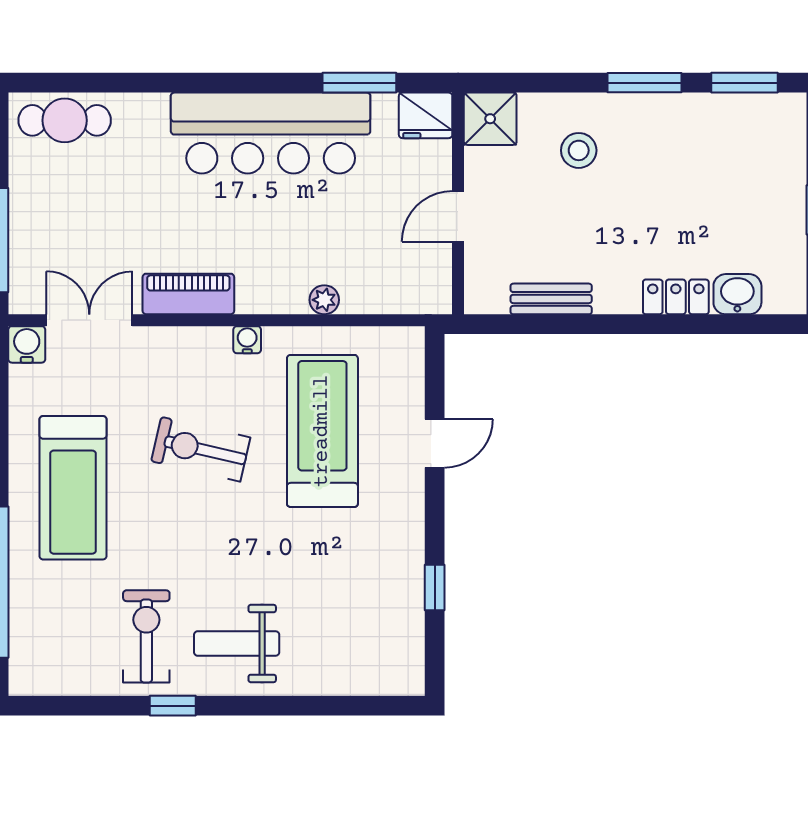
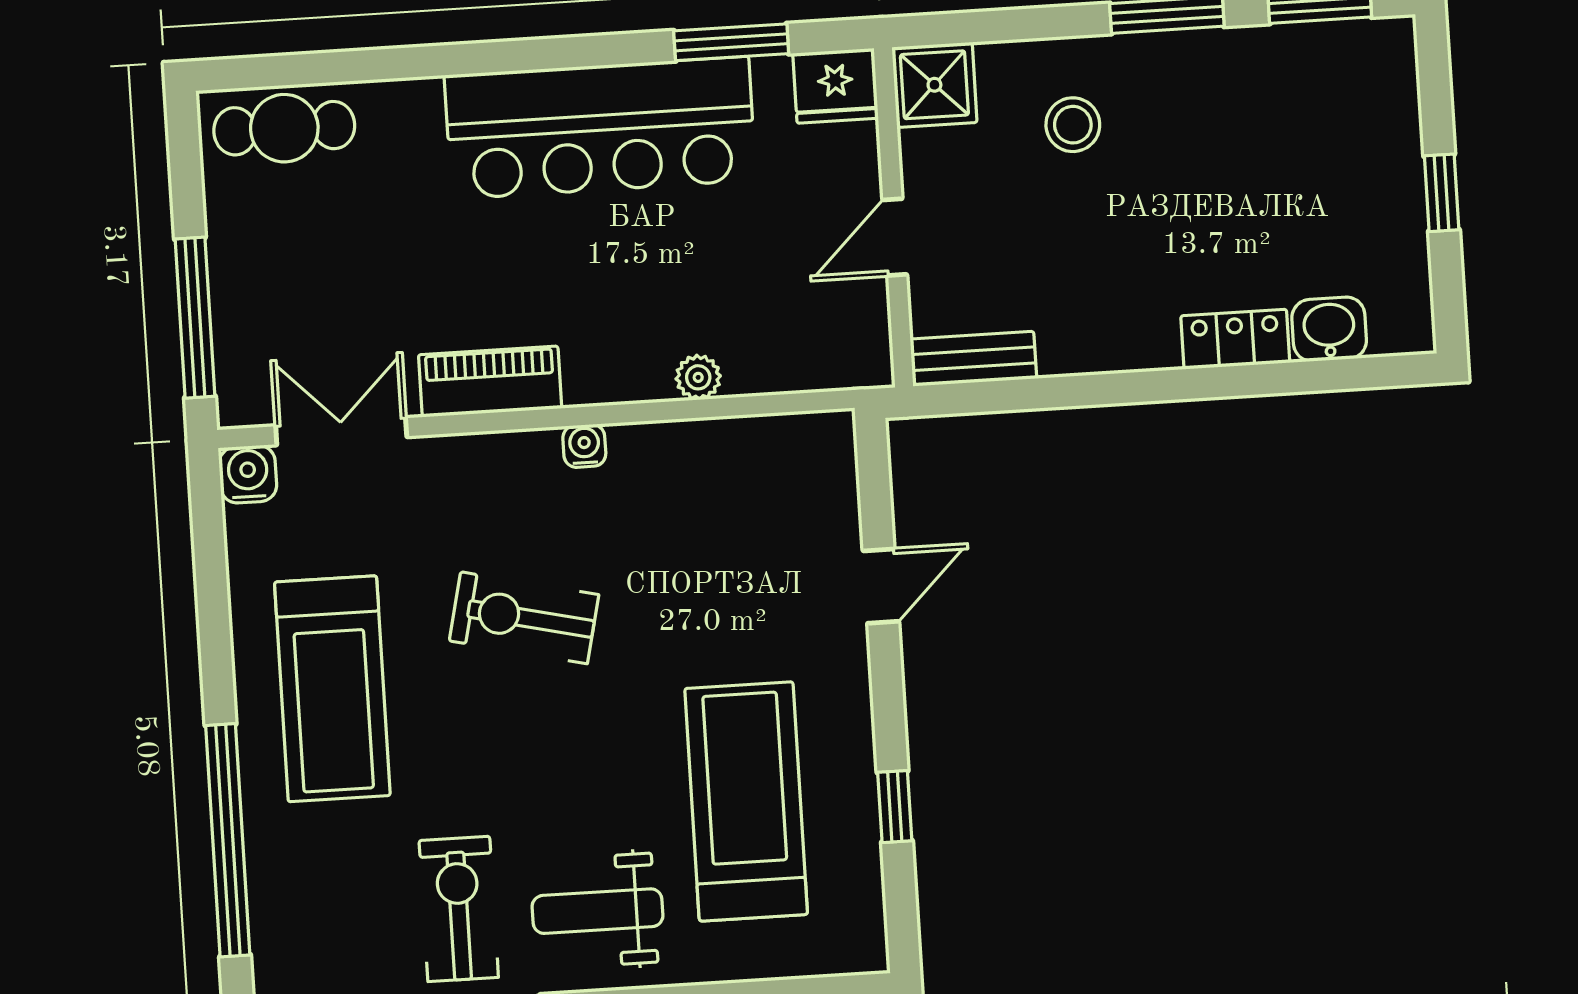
bench: (551, 299) -> (973, 359), moved
treadmill: (322, 431) -> (746, 801), moved

